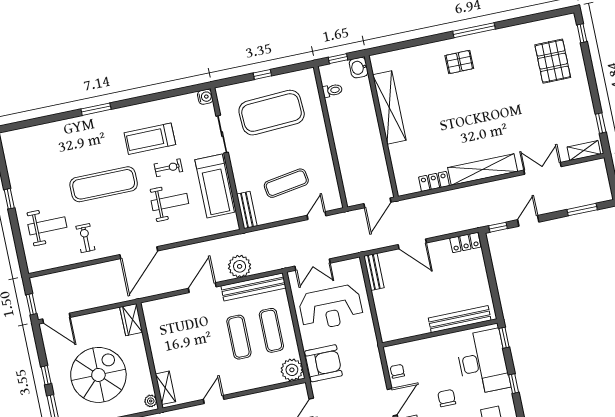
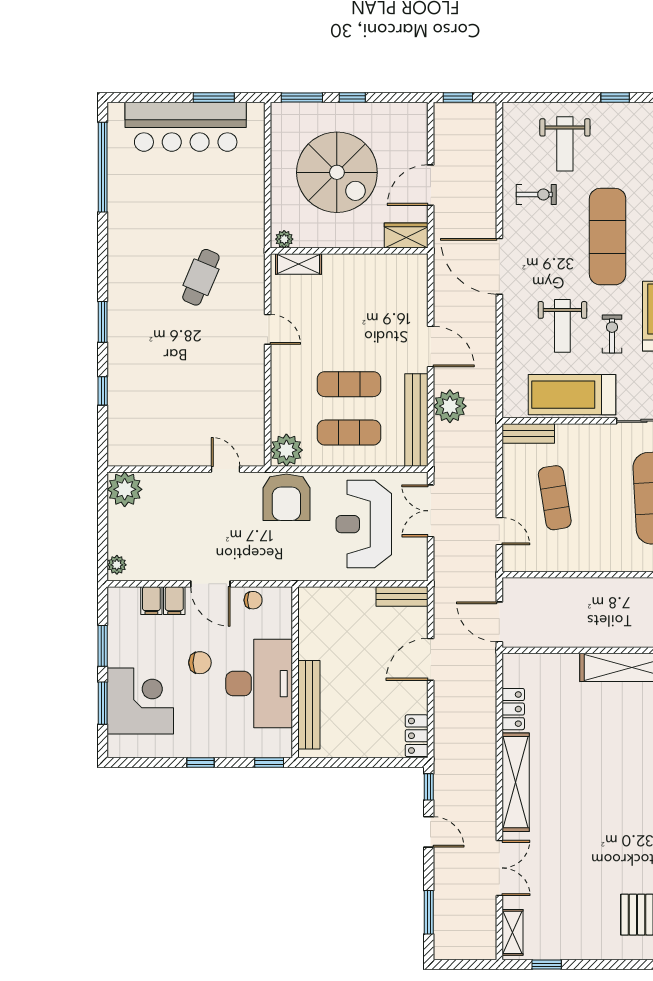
exercise bike: (168, 168) -> (612, 334), turned 180
door: (56, 318) -> (431, 185), moved
desk: (483, 362) -> (259, 684), moved, turned -90

